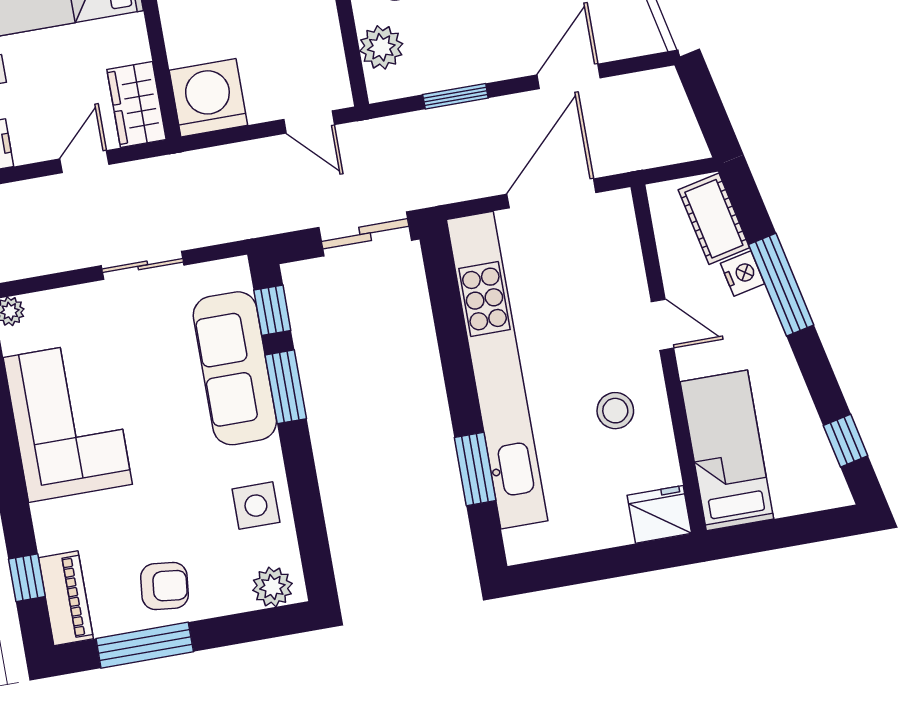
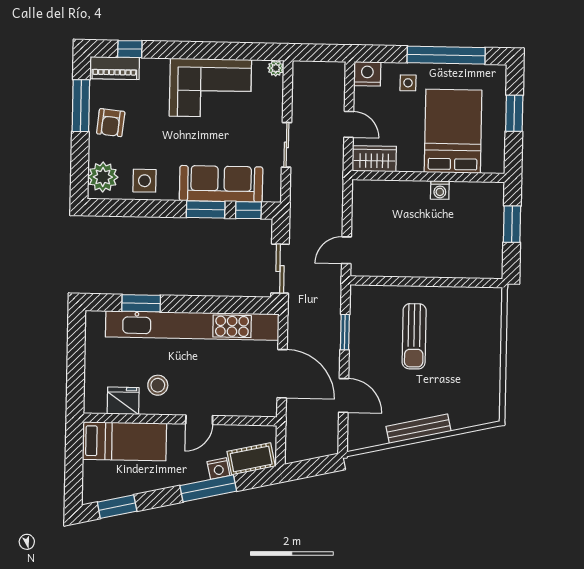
plant: (381, 47) -> (379, 297), removed
washing machine: (208, 98) -> (370, 198), removed
window: (846, 441) -> (117, 507), width x1.50
fridge: (659, 514) -> (123, 401), moved, turned -90
plant: (272, 587) -> (103, 177), width x1.36, depth x1.36

